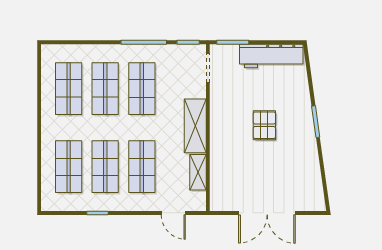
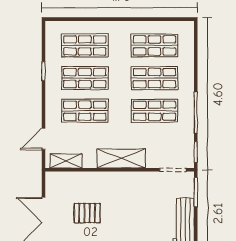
pallet: (264, 125) -> (87, 213), moved
shelving: (198, 172) -> (66, 161), moved

